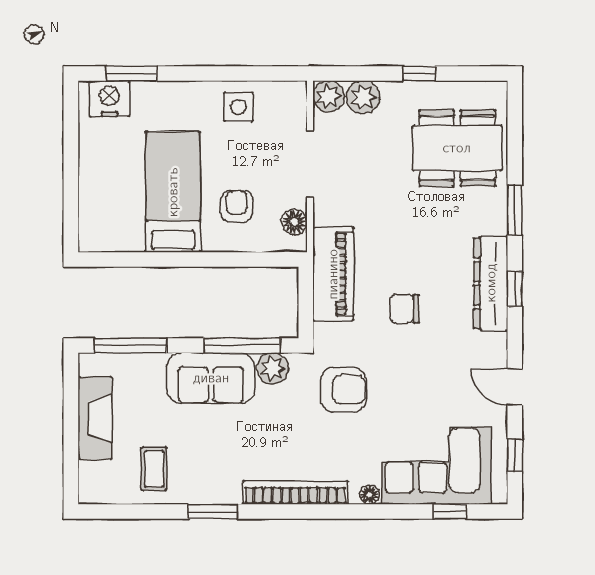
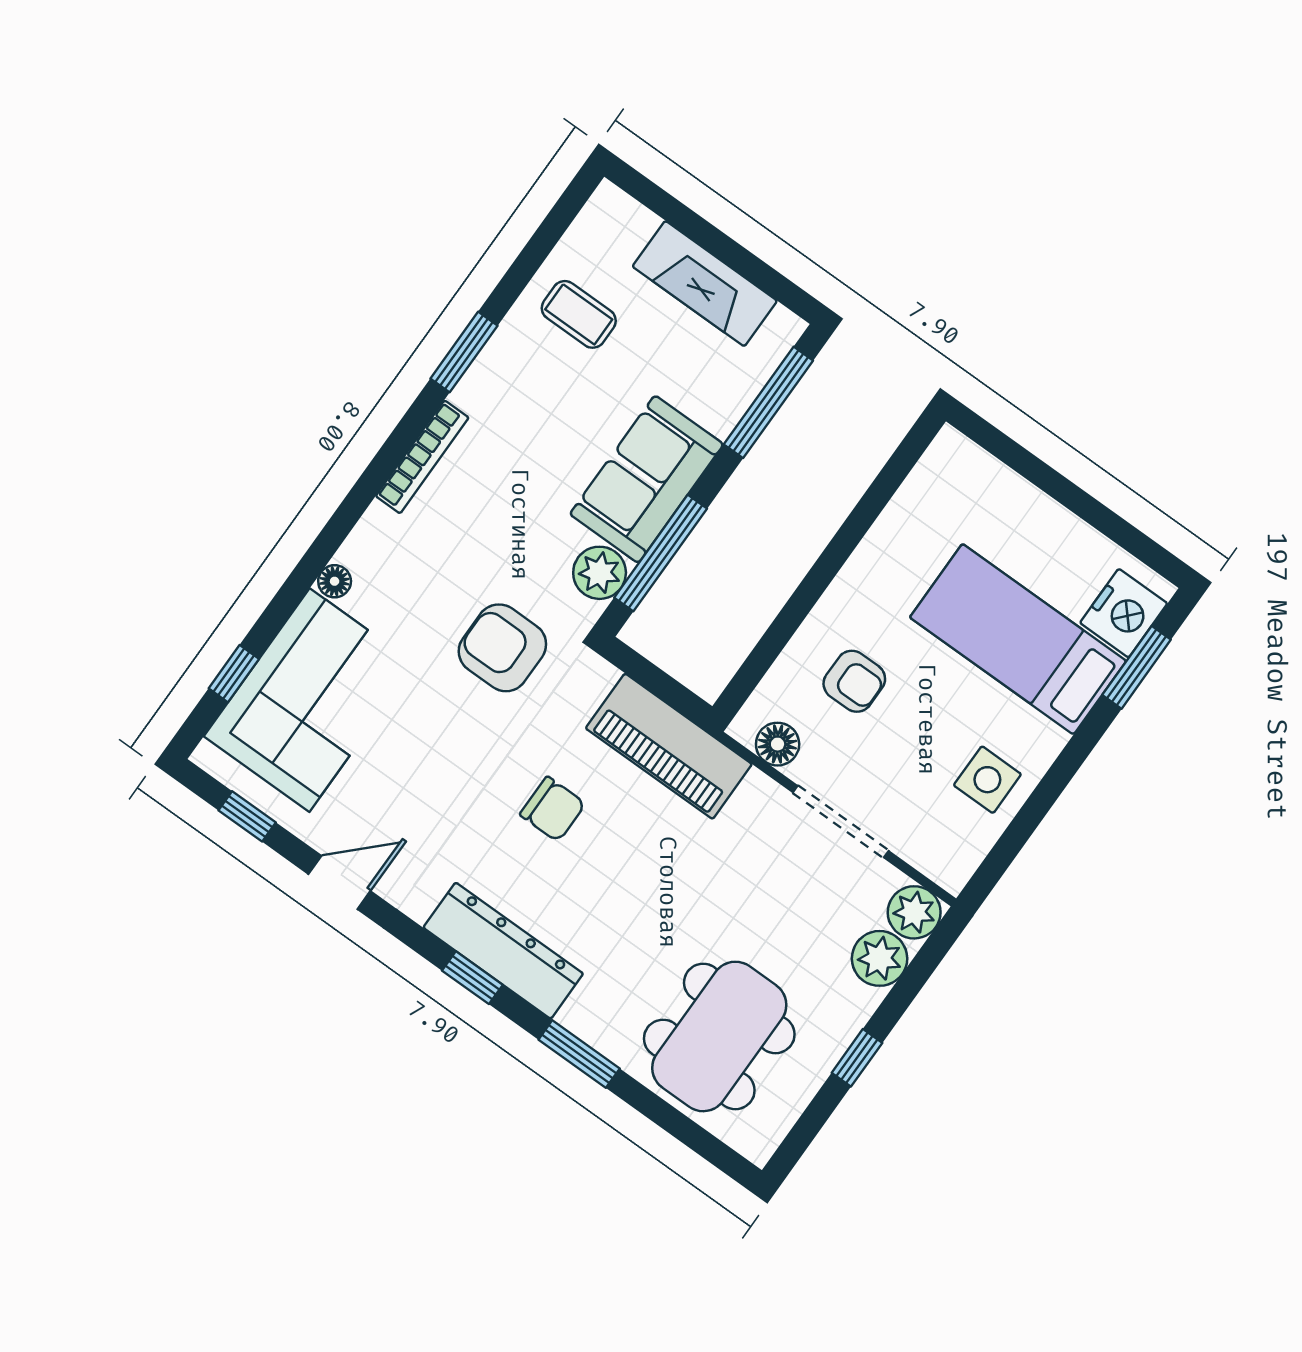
bed: (173, 192) -> (1018, 639), moved, turned 180
chair: (404, 309) -> (553, 809), turned 90
armchair: (343, 390) -> (502, 648), turned 90
bookcase: (295, 492) -> (422, 457), width x0.68, depth x0.76

